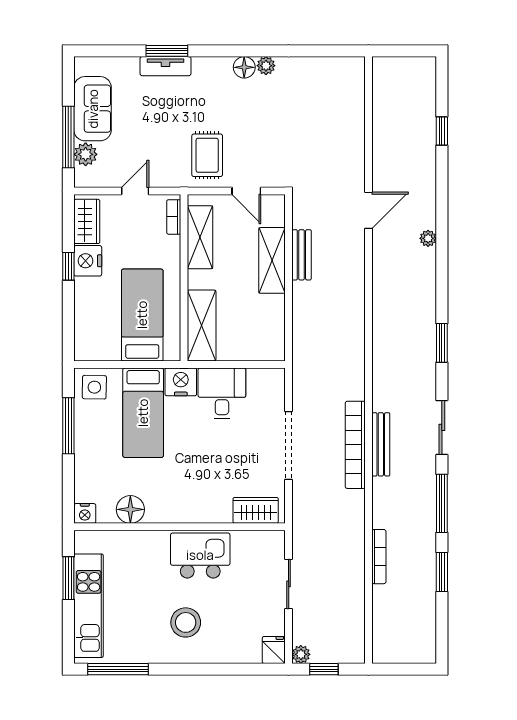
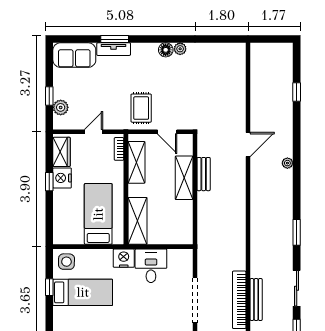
sofa: (93, 109) -> (74, 55), moved, turned 90
window: (68, 137) -> (49, 96), width x0.46
bed: (143, 413) -> (83, 292), moved, turned -90
window: (68, 426) -> (49, 287), width x0.46

